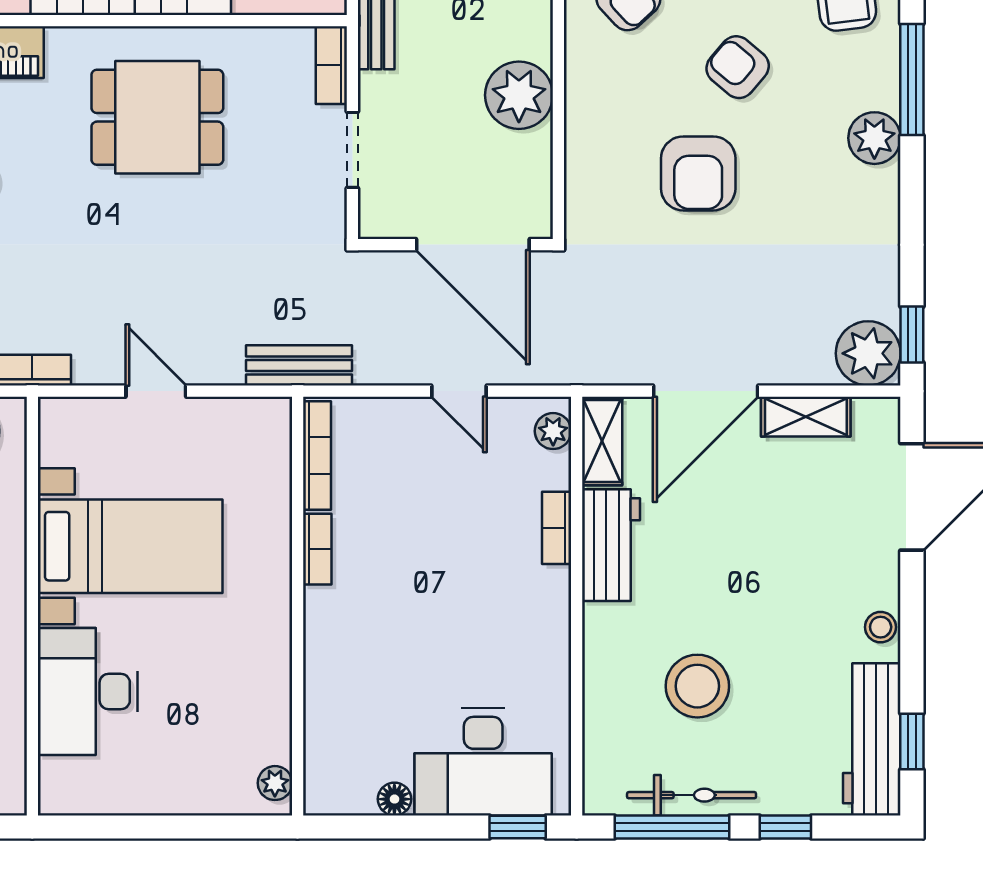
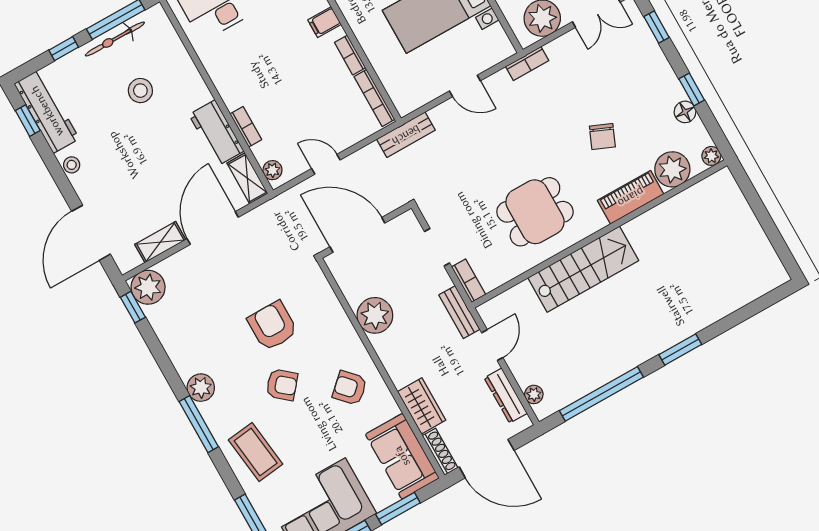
filing cabinet: (329, 628) -> (324, 22), added
stool: (697, 686) -> (140, 91), width x0.73, depth x0.73

